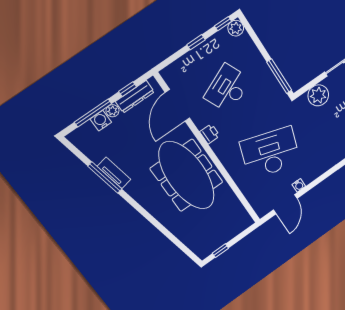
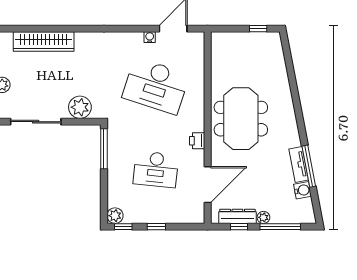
desk: (227, 88) -> (156, 169), turned 30
water cooler: (101, 121) -> (302, 190), moved, turned -101
meeting table: (187, 175) -> (241, 119), width x0.73

